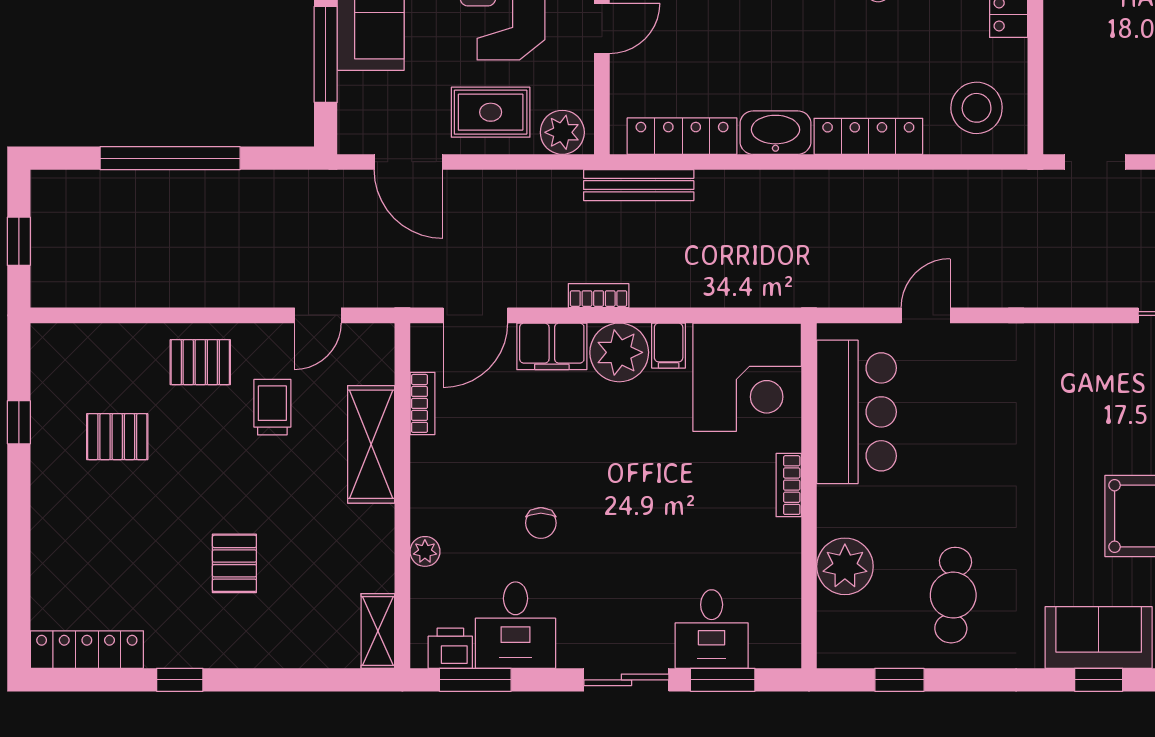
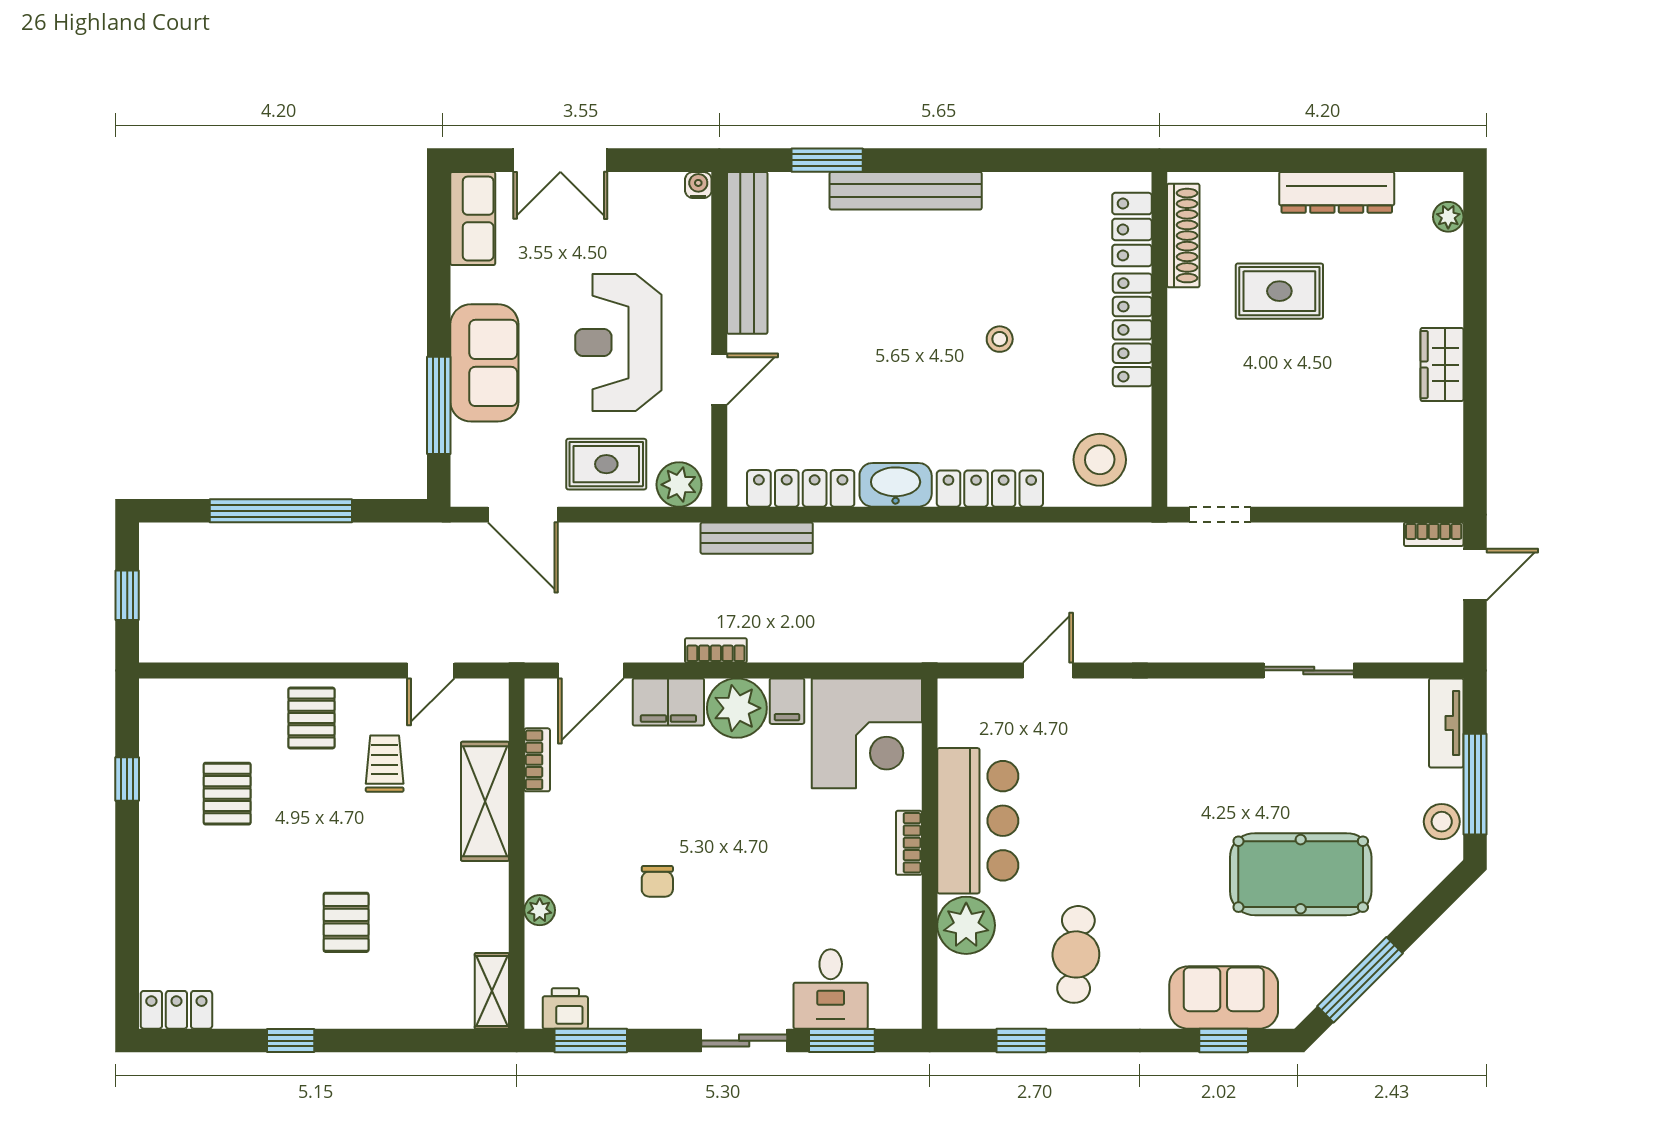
pallet: (200, 362) -> (311, 718), turned 90
bar counter: (856, 412) -> (978, 821), moved
pallet: (117, 437) -> (227, 794), turned 90
desk: (516, 625) -> (632, 985), removed
locker: (87, 650) -> (176, 1010), width x0.66

